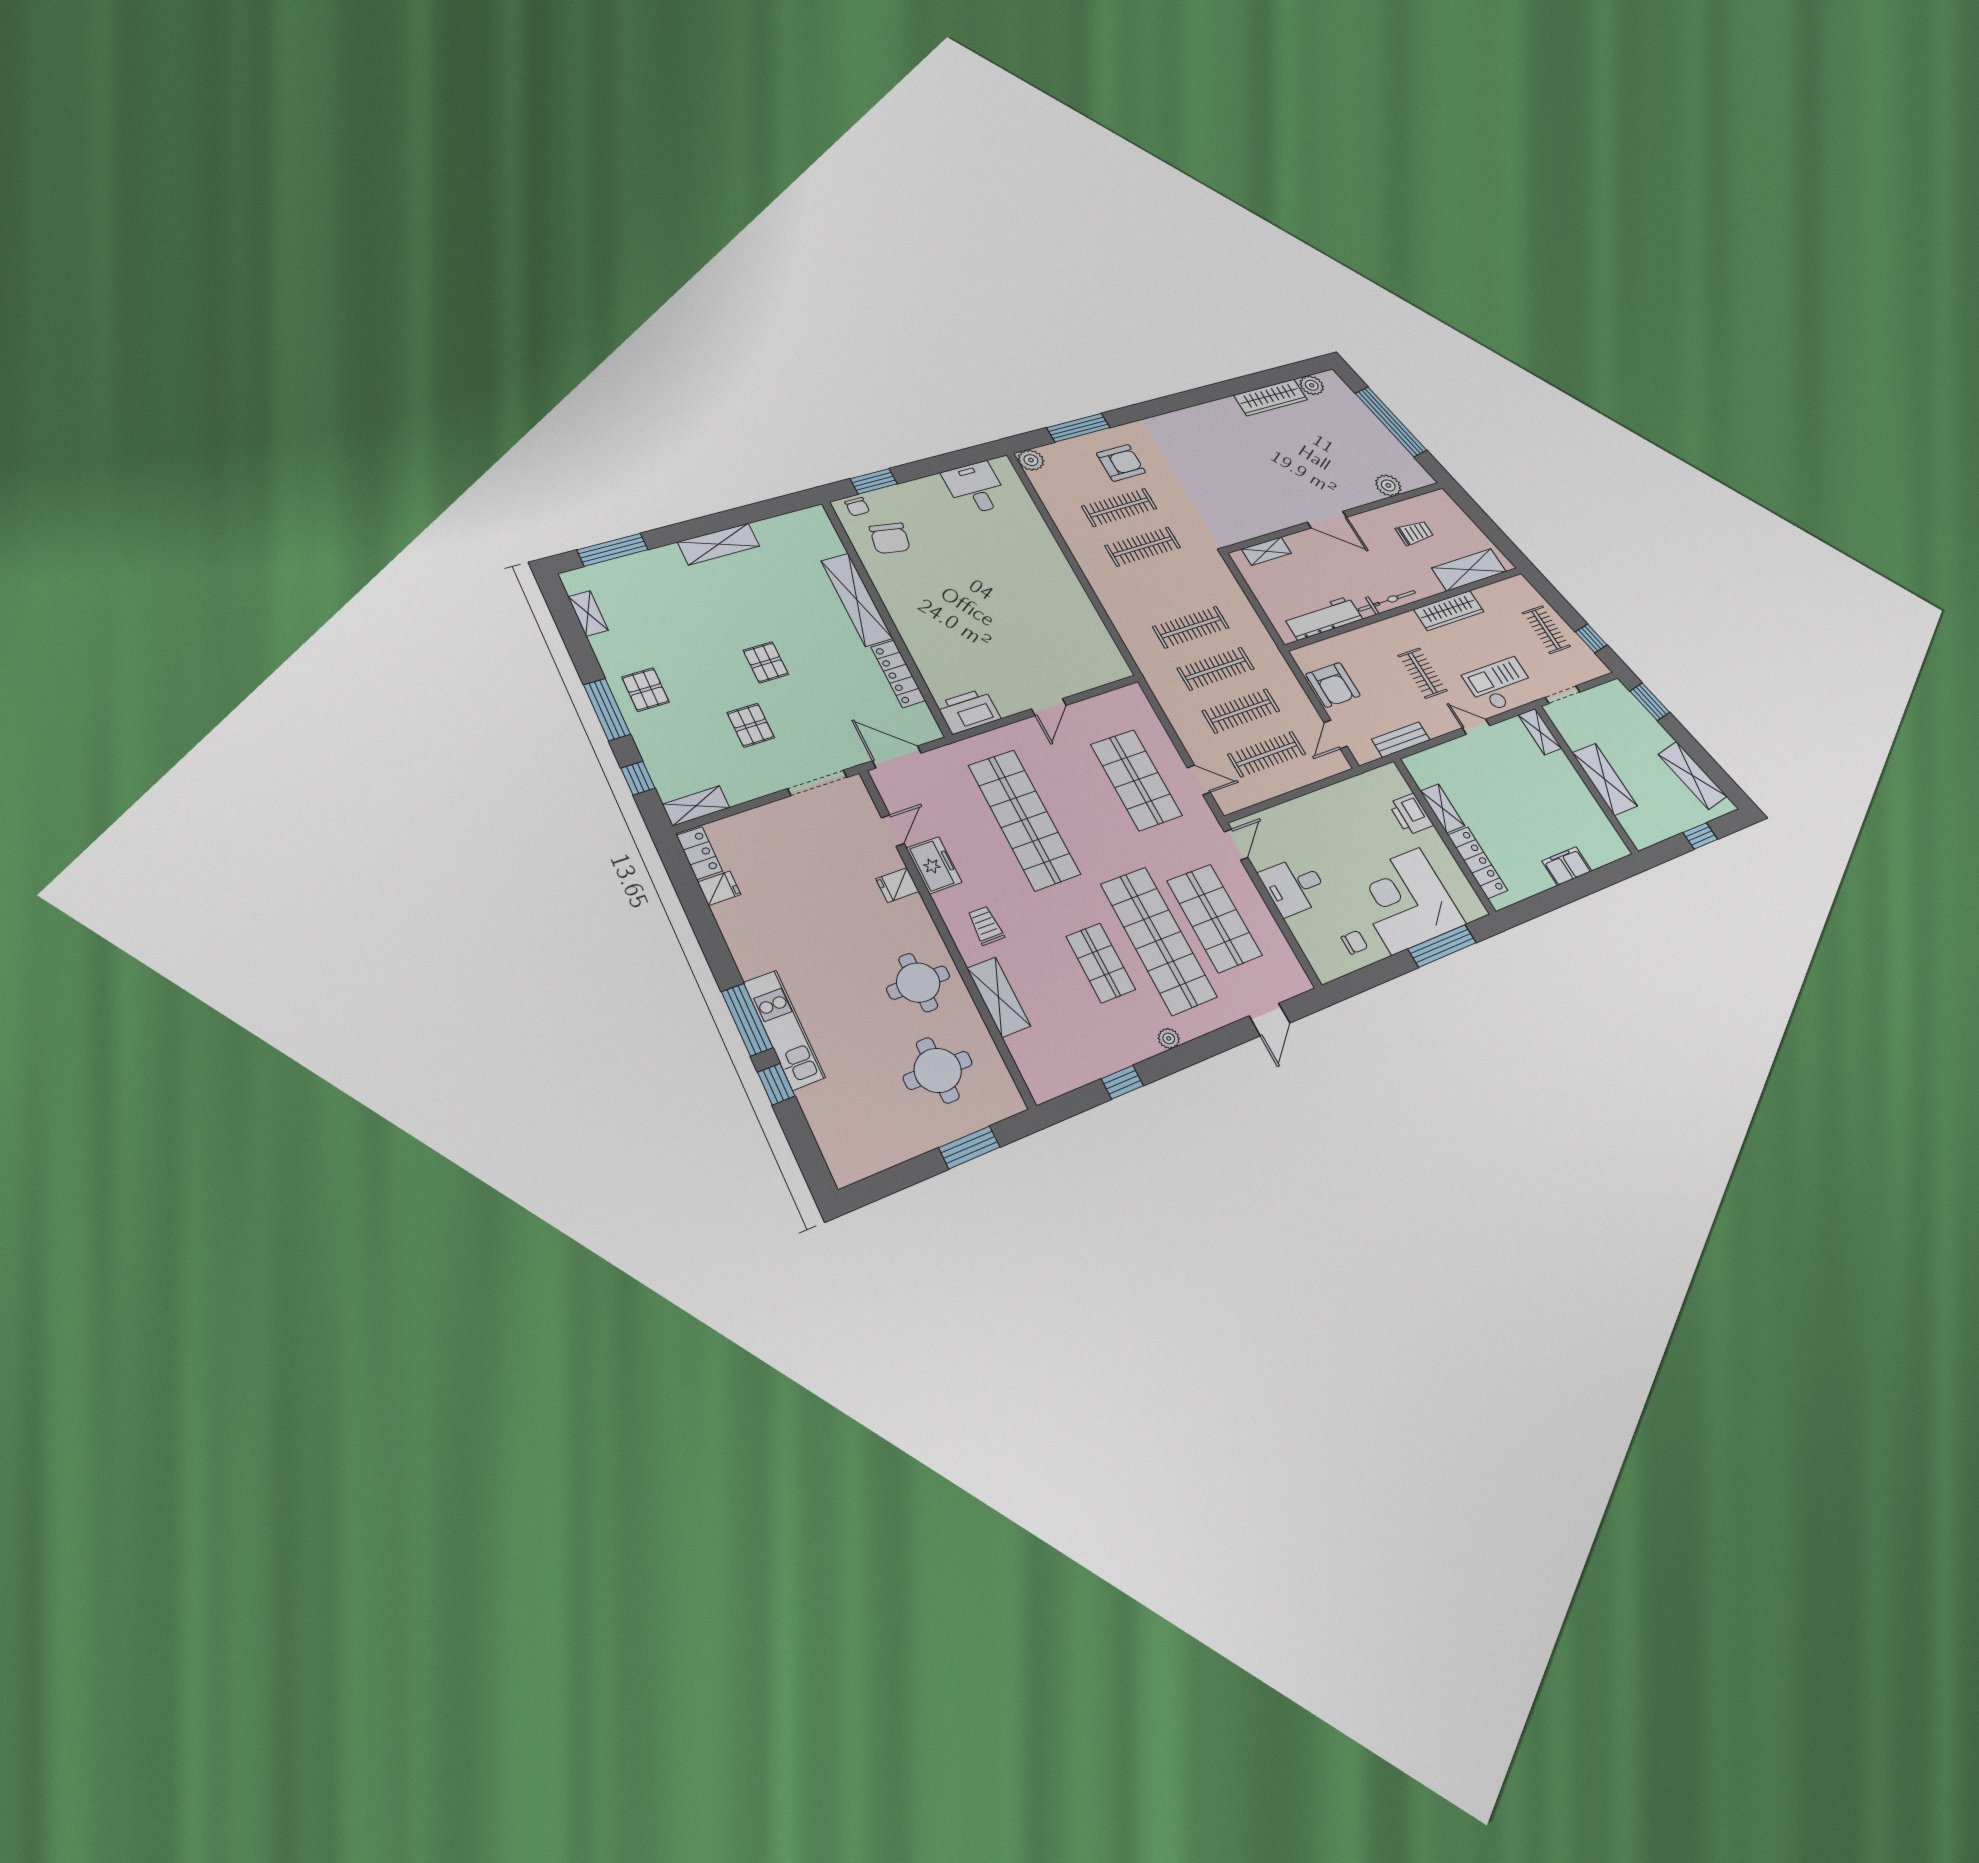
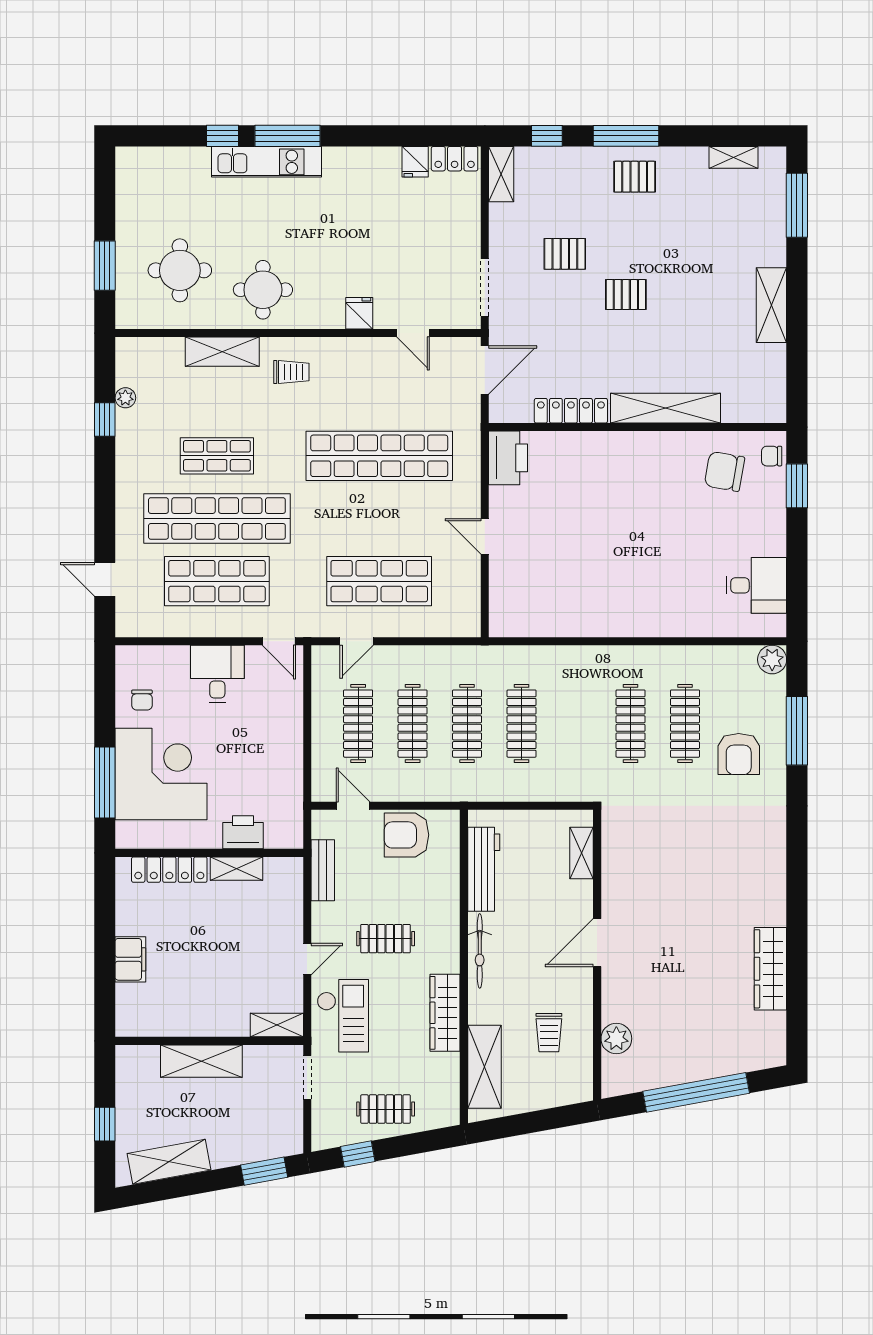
plant: (1312, 385) -> (772, 1027), removed
freezer: (934, 865) -> (366, 354), removed
plant: (1169, 1038) -> (125, 398), moved

